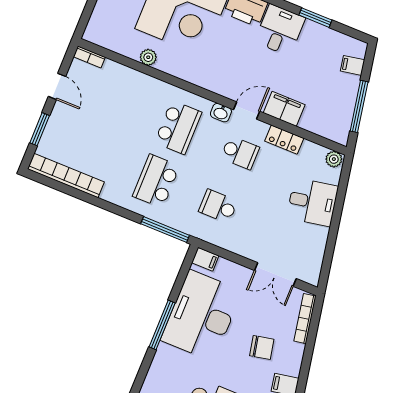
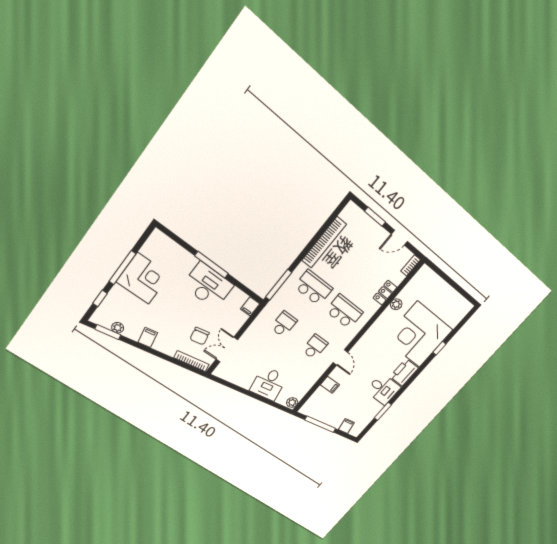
filing cabinet: (284, 109) -> (330, 385), width x0.50
washbasin: (221, 113) -> (345, 341), removed
school desk: (178, 127) -> (344, 312), turned 180
locker: (284, 140) -> (385, 293), moved
school desk: (240, 153) -> (315, 347), turned 180
bookcase: (66, 176) -> (324, 242), moved
desk: (201, 315) -> (208, 286), width x0.73, depth x0.77
chair: (262, 347) -> (200, 336), moved

